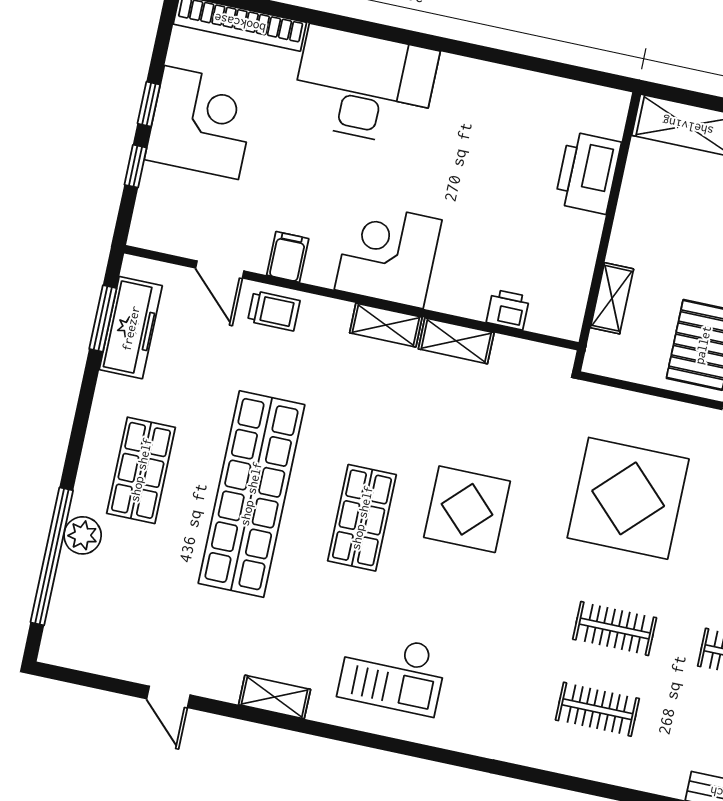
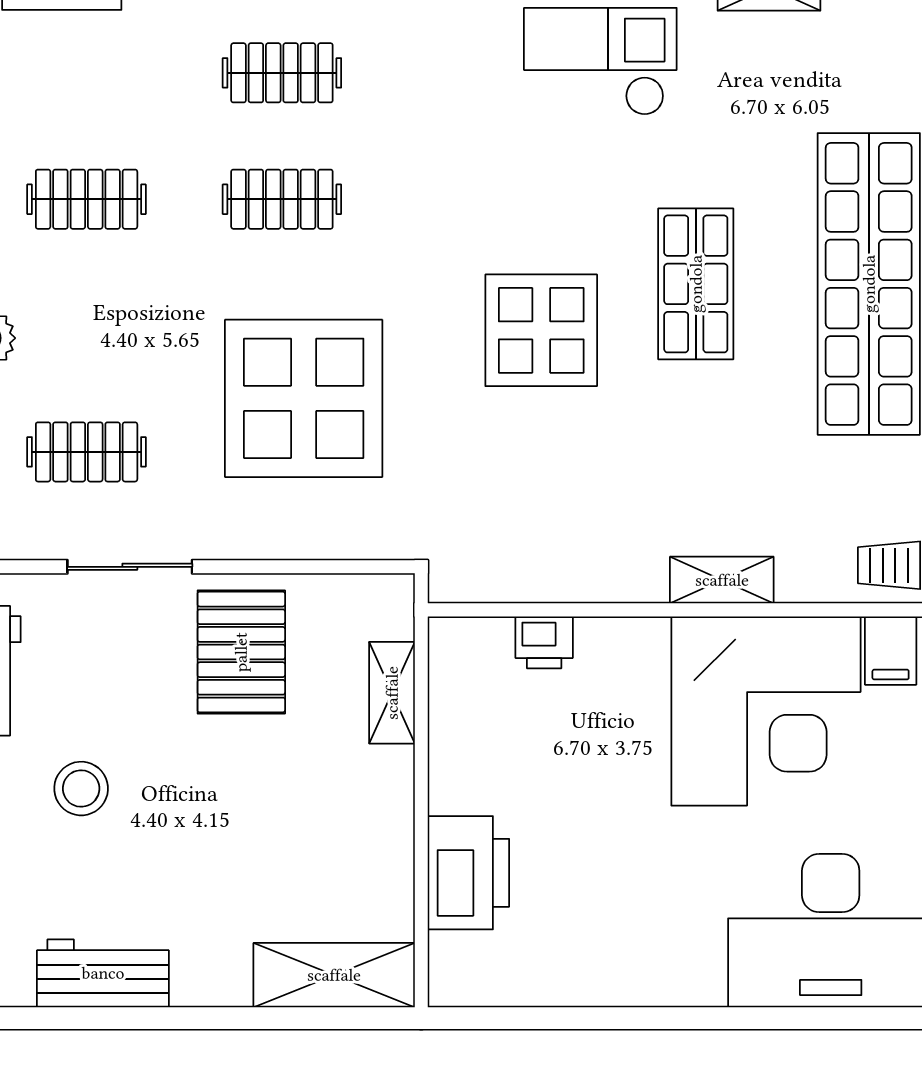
corner desk: (388, 255) -> (766, 711), width x1.36, depth x1.36
shelving: (456, 341) -> (611, 579), removed

